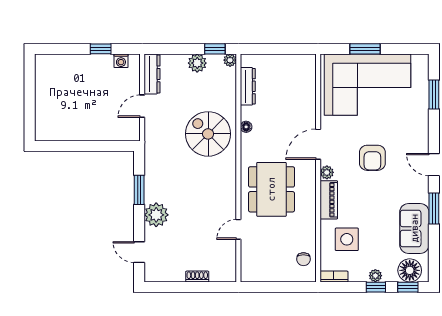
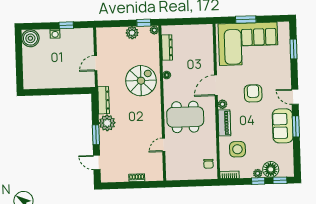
washing machine: (121, 61) -> (55, 34), moved
boiler: (47, 66) -> (30, 38), added
dresser: (152, 74) -> (104, 100), moved
spiral stairs: (208, 134) -> (141, 81), turned 90
armchair: (372, 158) -> (253, 93), turned 180
dining table: (271, 189) -> (185, 117), turned 90
window: (139, 190) -> (96, 135), moved
plant: (156, 215) -> (107, 123), moved
sofa: (414, 228) -> (283, 126), moved
floor lamp: (410, 270) -> (271, 169), moved

